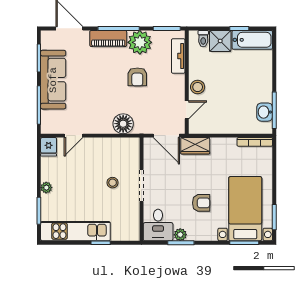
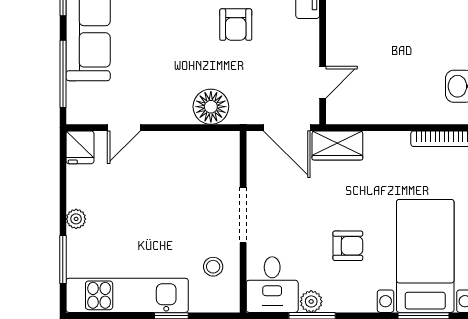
stool: (198, 87) -> (342, 42), removed
stool: (113, 183) -> (213, 267), moved

